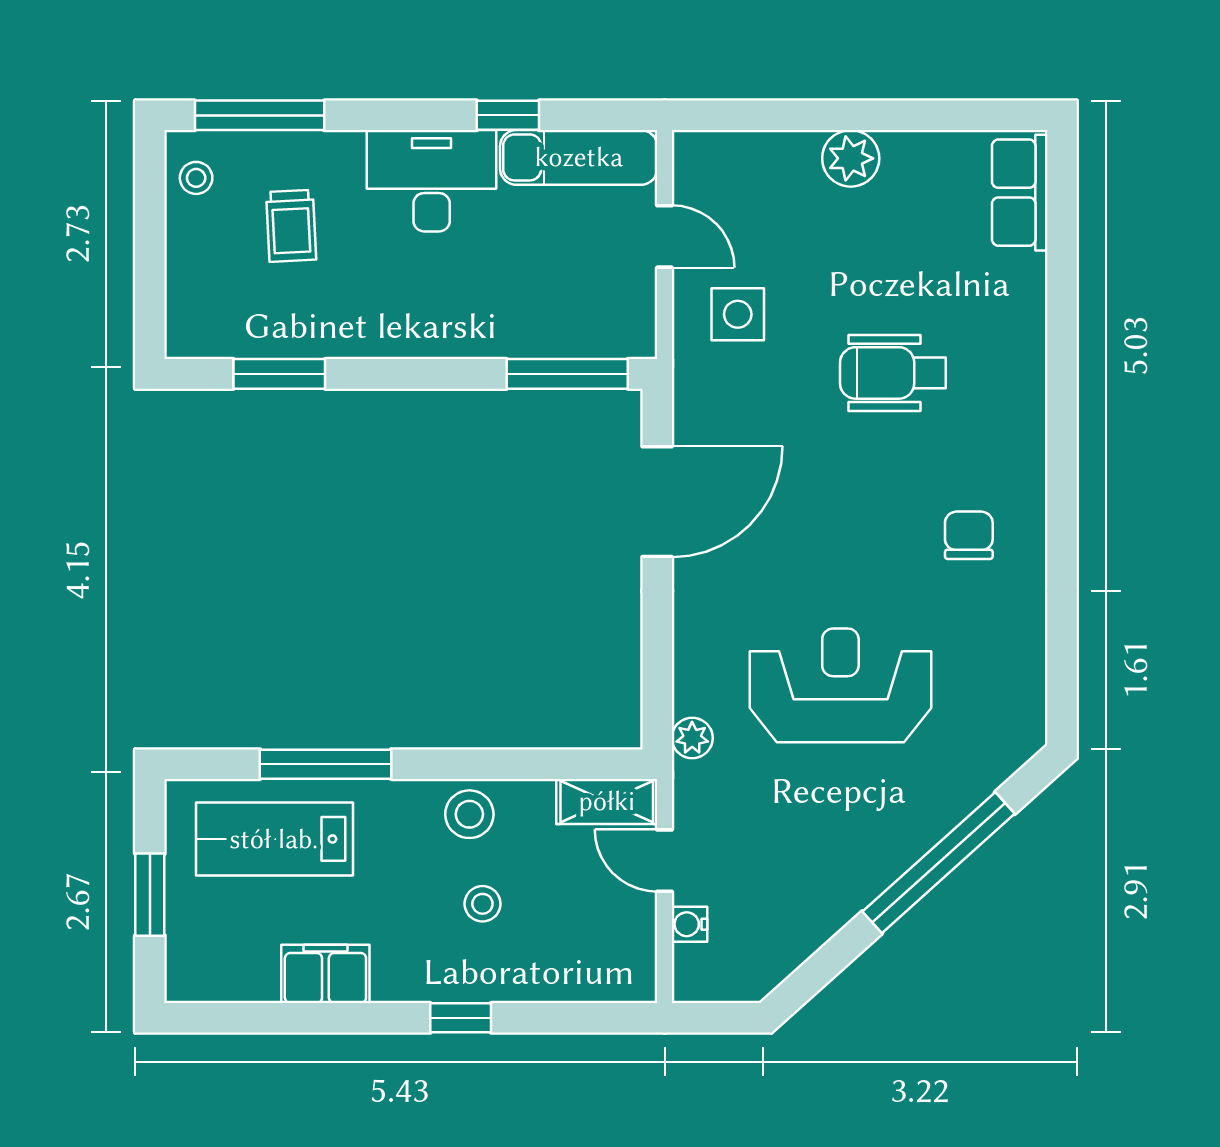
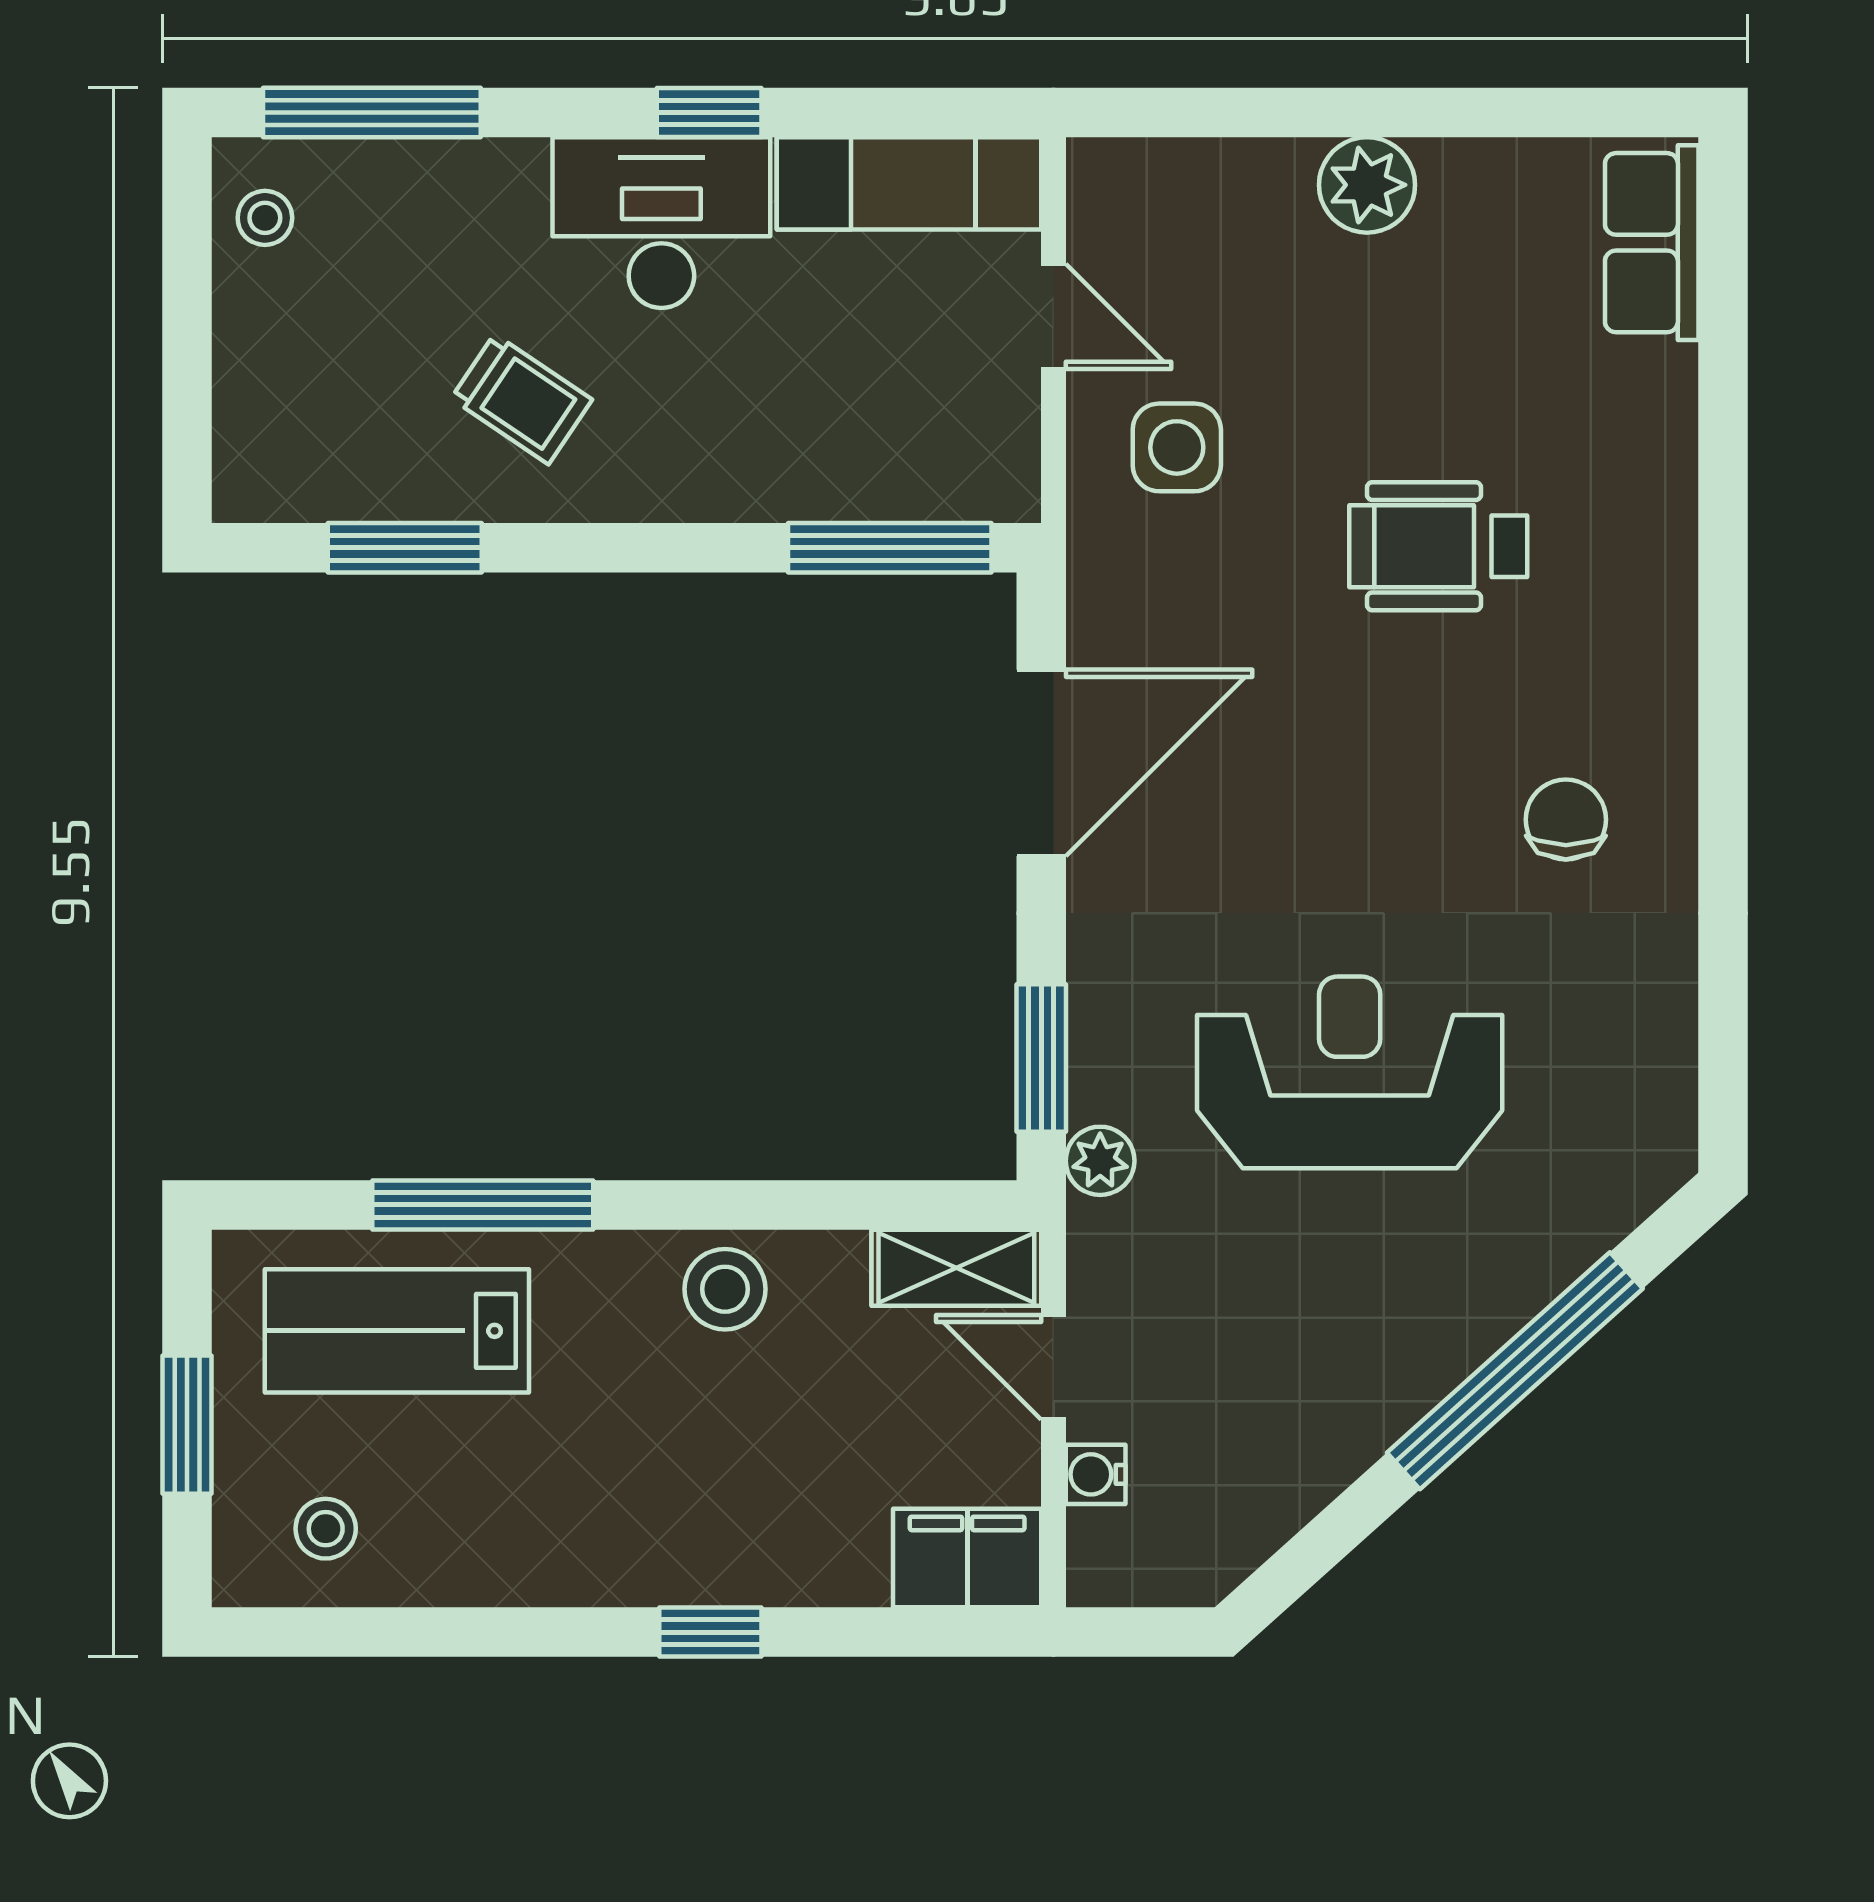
window: (508, 115) -> (709, 112), moved
trolley: (291, 226) -> (522, 399), moved, turned -53
window: (657, 677) -> (1041, 1058), added
stool: (482, 904) -> (326, 1529), moved
filing cabinet: (325, 974) -> (967, 1558), moved

